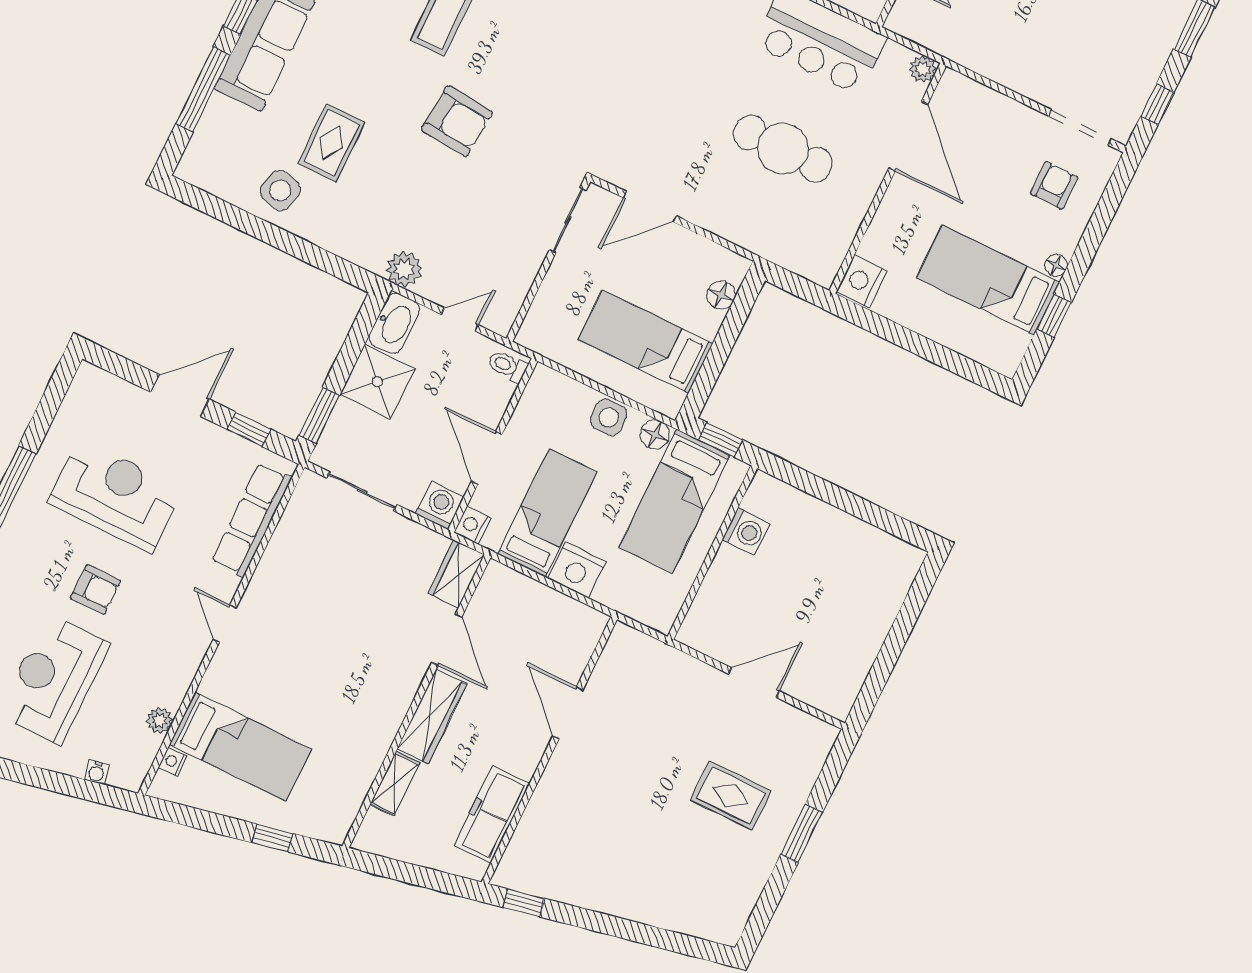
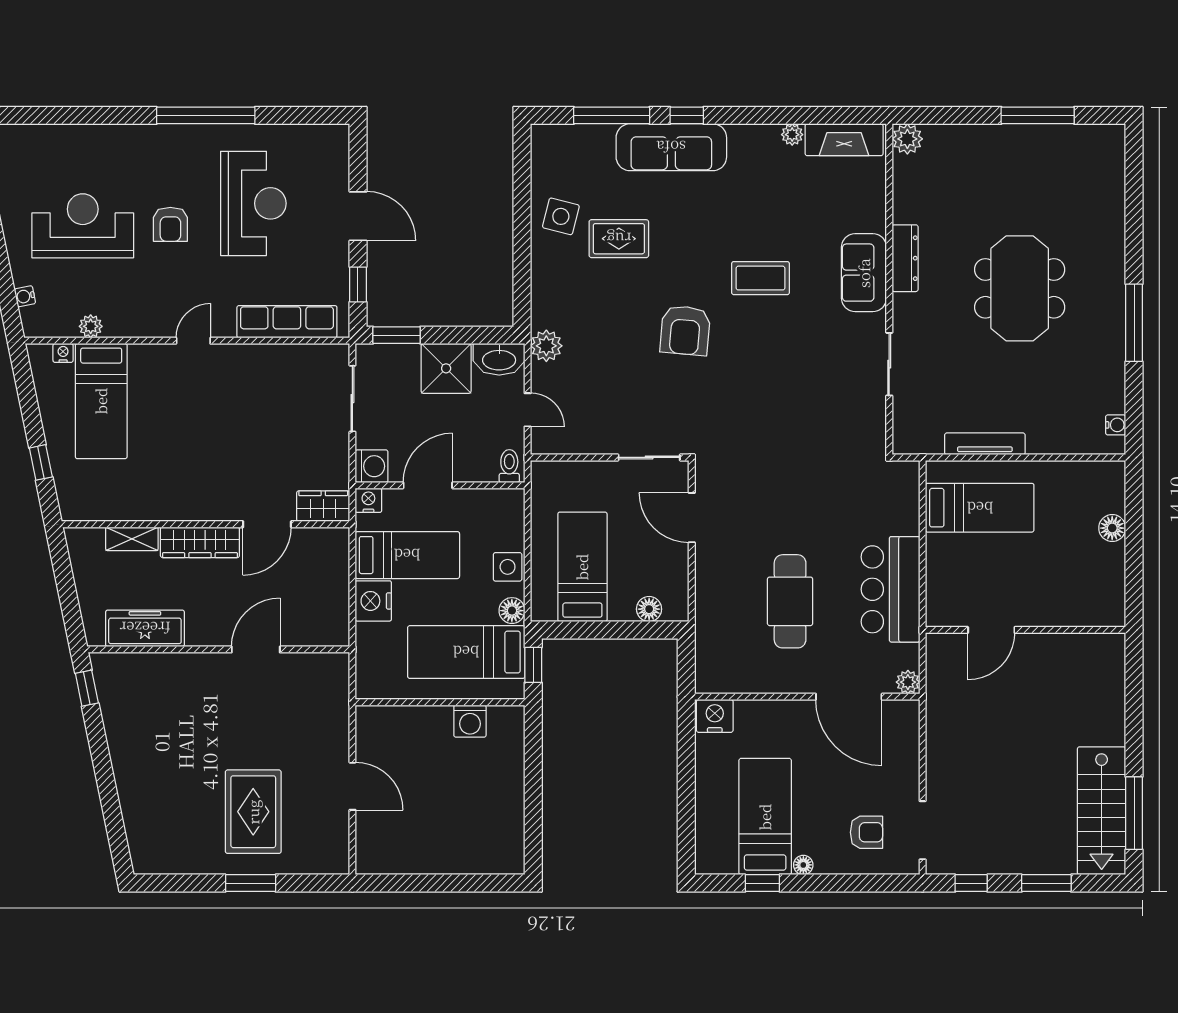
door: (908, 136) -> (849, 697), hinge flipped
rug: (731, 795) -> (253, 812), width x1.36, depth x1.43

